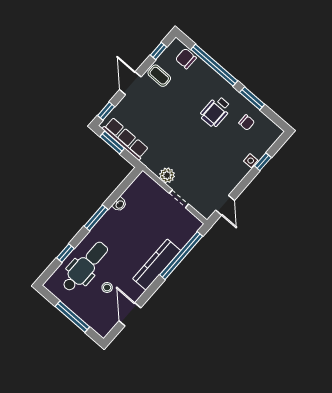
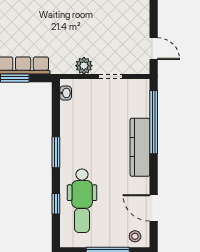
washbasin: (120, 204) -> (66, 93), moved
dental chair: (85, 267) -> (82, 201), turned 180
stool: (107, 287) -> (135, 236), moved

